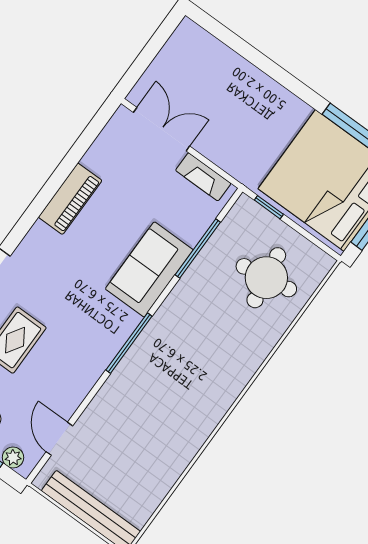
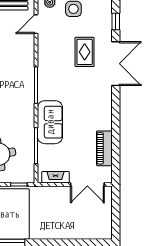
piano: (70, 199) -> (104, 148), moved
door: (59, 439) -> (36, 24), swing flipped

